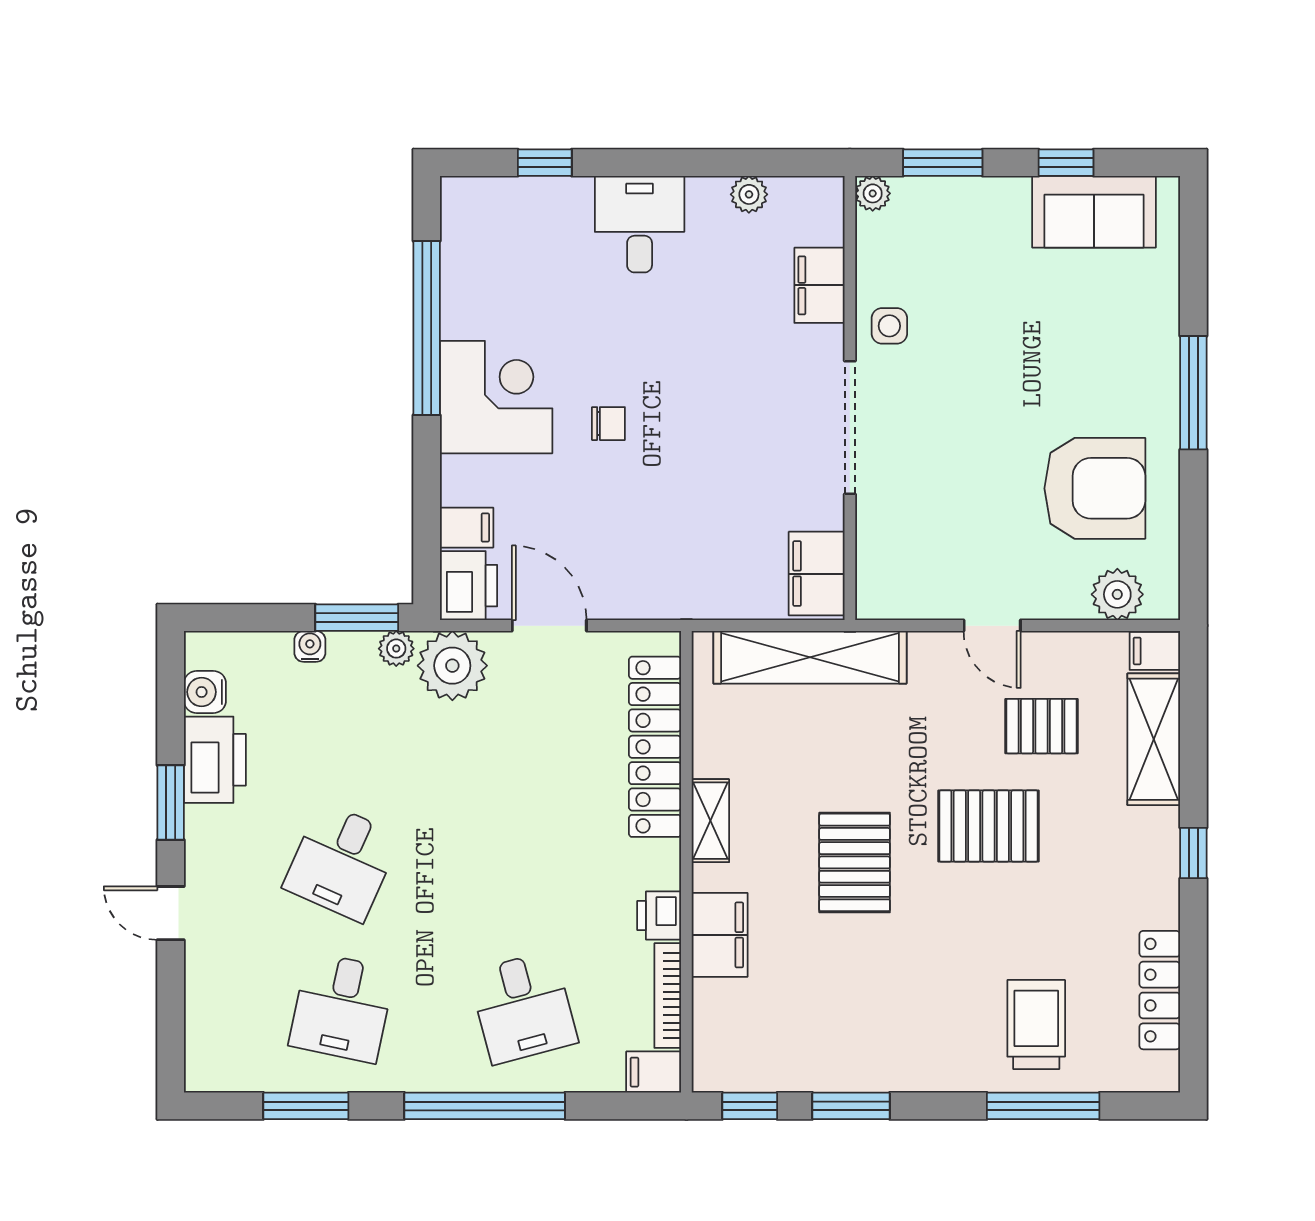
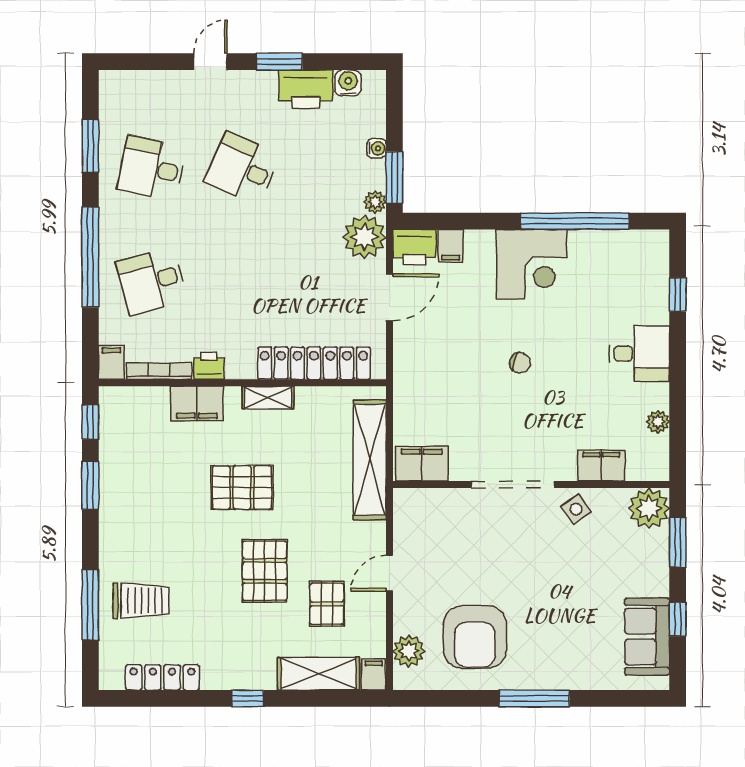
plant: (873, 193) -> (649, 508), width x1.88, depth x1.88
side table: (889, 326) -> (576, 509), turned -35
chair: (608, 424) -> (520, 363), moved, turned -74

